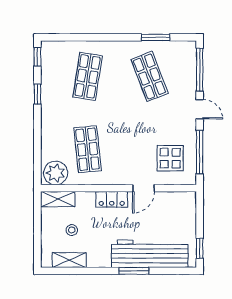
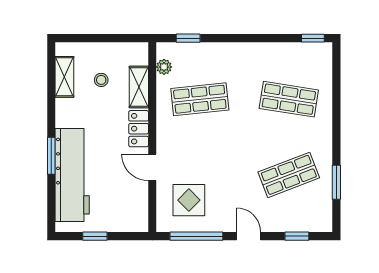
window: (200, 70) -> (297, 236), width x0.46
window: (37, 94) -> (188, 38), moved
door: (200, 109) -> (249, 236), swing flipped
plant: (56, 173) -> (164, 67), width x0.53, depth x0.53
shelving: (58, 199) -> (139, 87), moved
window: (200, 248) -> (95, 236), moved

